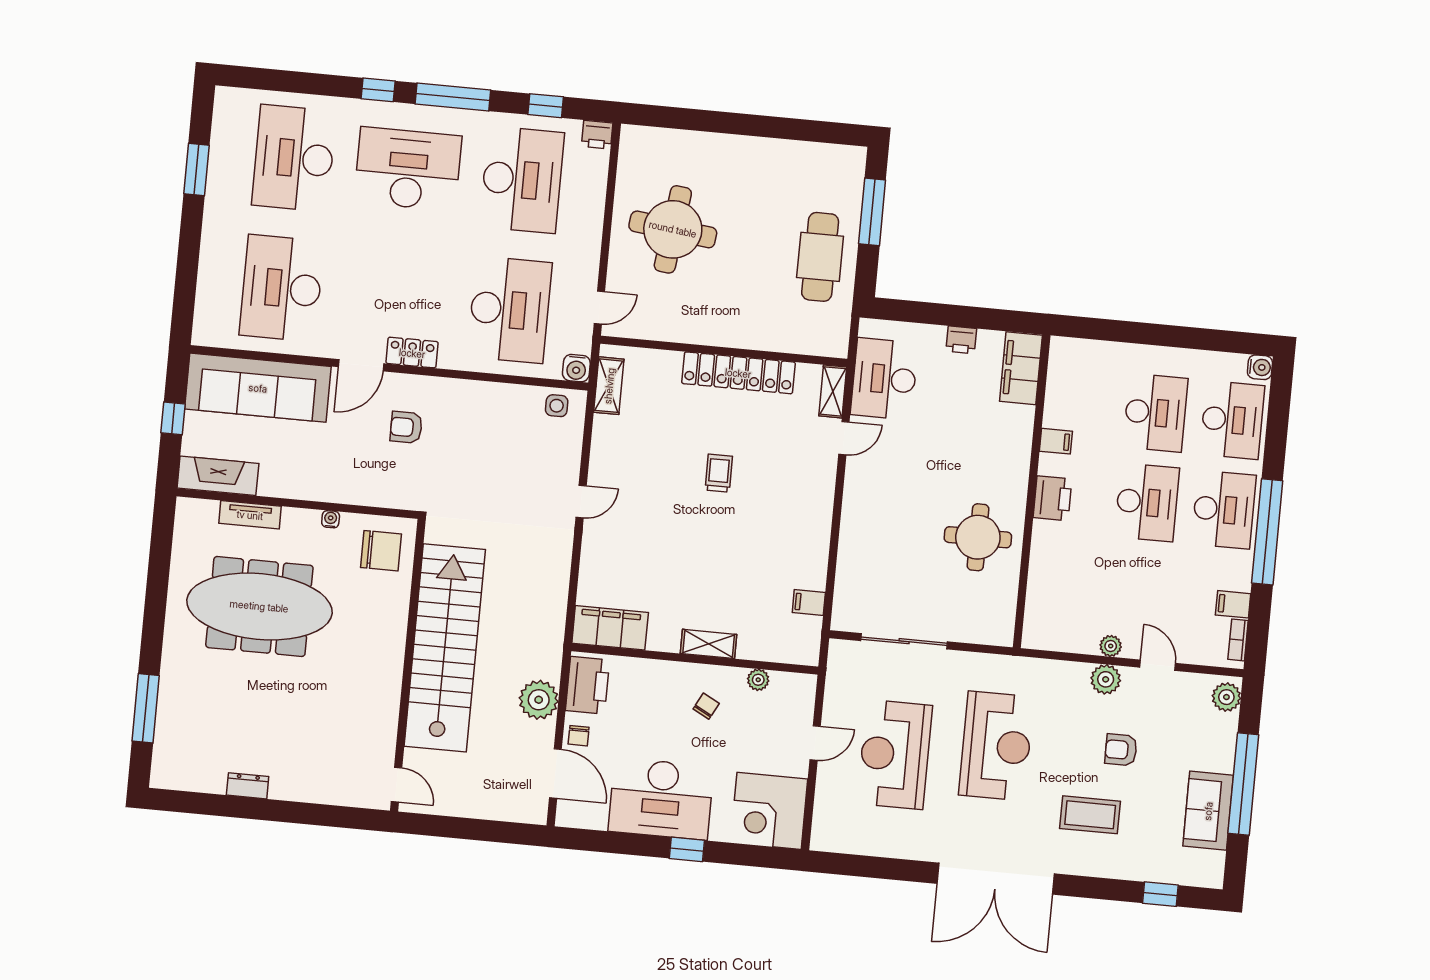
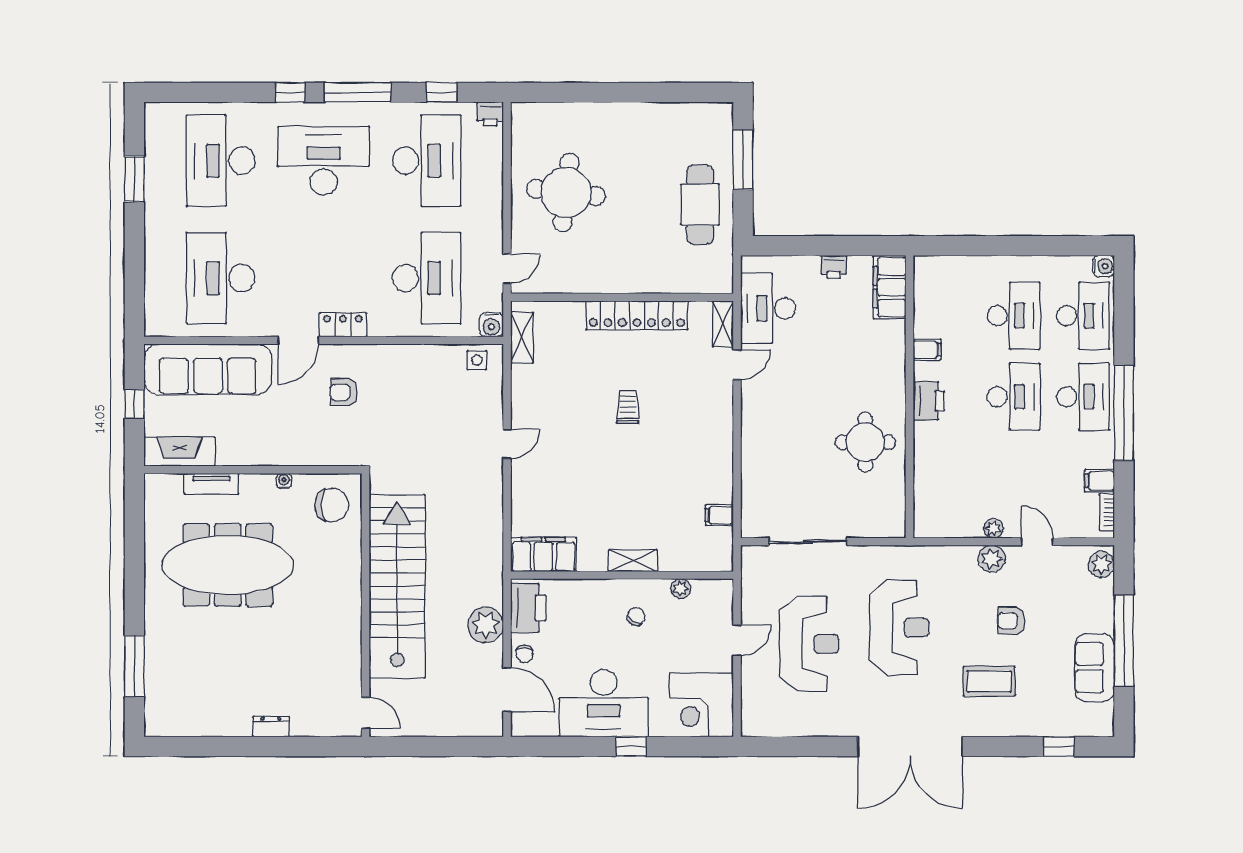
reception desk: (895, 755) -> (809, 644), turned 180
dresser: (248, 786) -> (271, 727), moved

